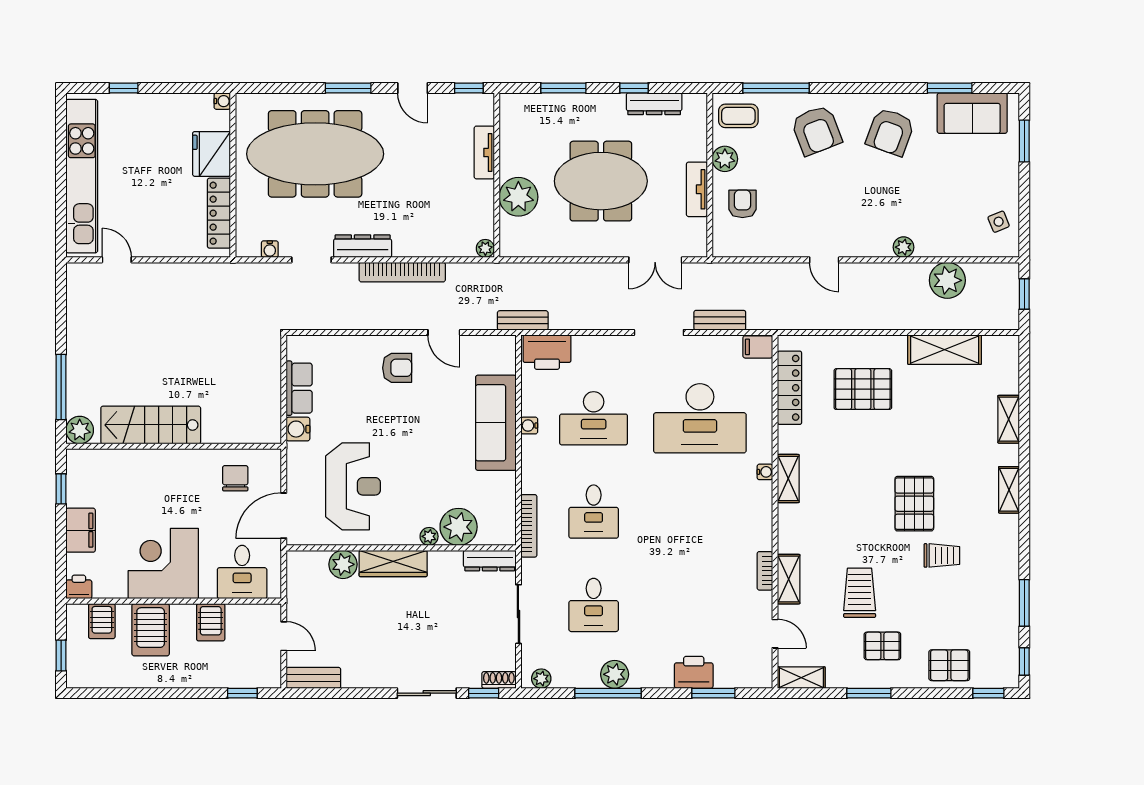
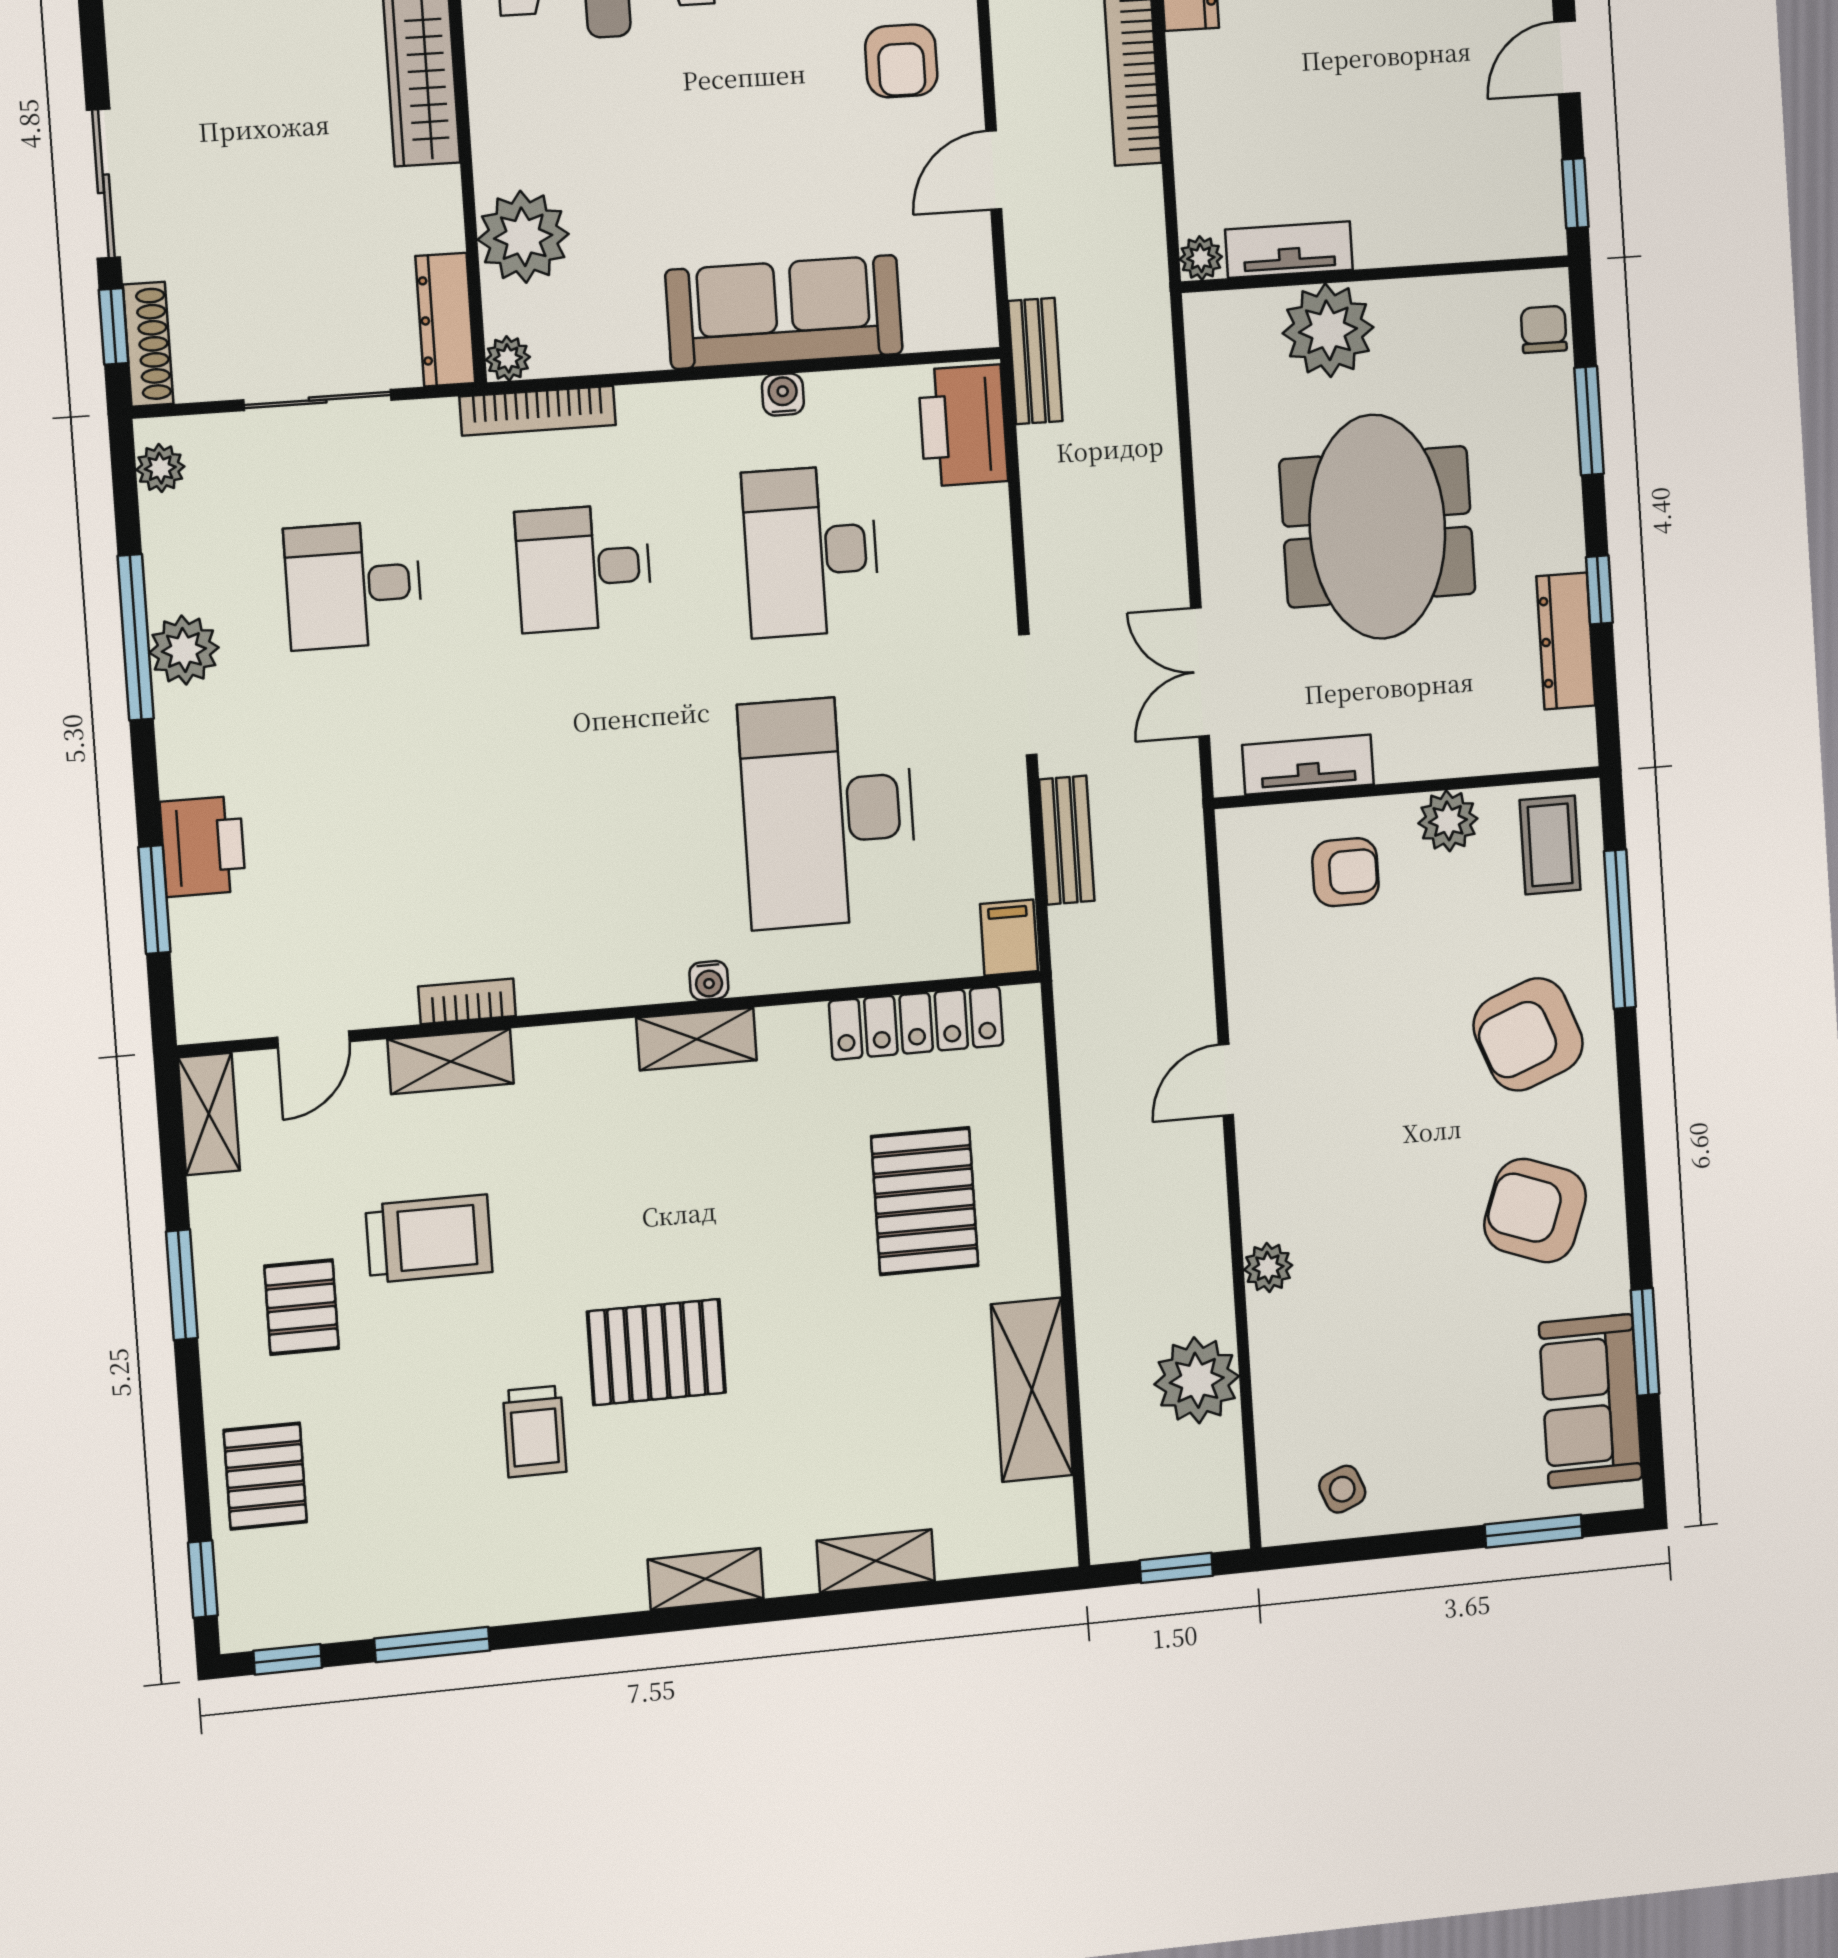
chair: (524, 105) -> (1544, 329), added
tv unit: (484, 152) -> (1289, 250), moved
tv unit: (697, 189) -> (1308, 765), moved
plant: (429, 536) -> (508, 358), moved
shoe rack: (499, 680) -> (148, 344), width x1.43

